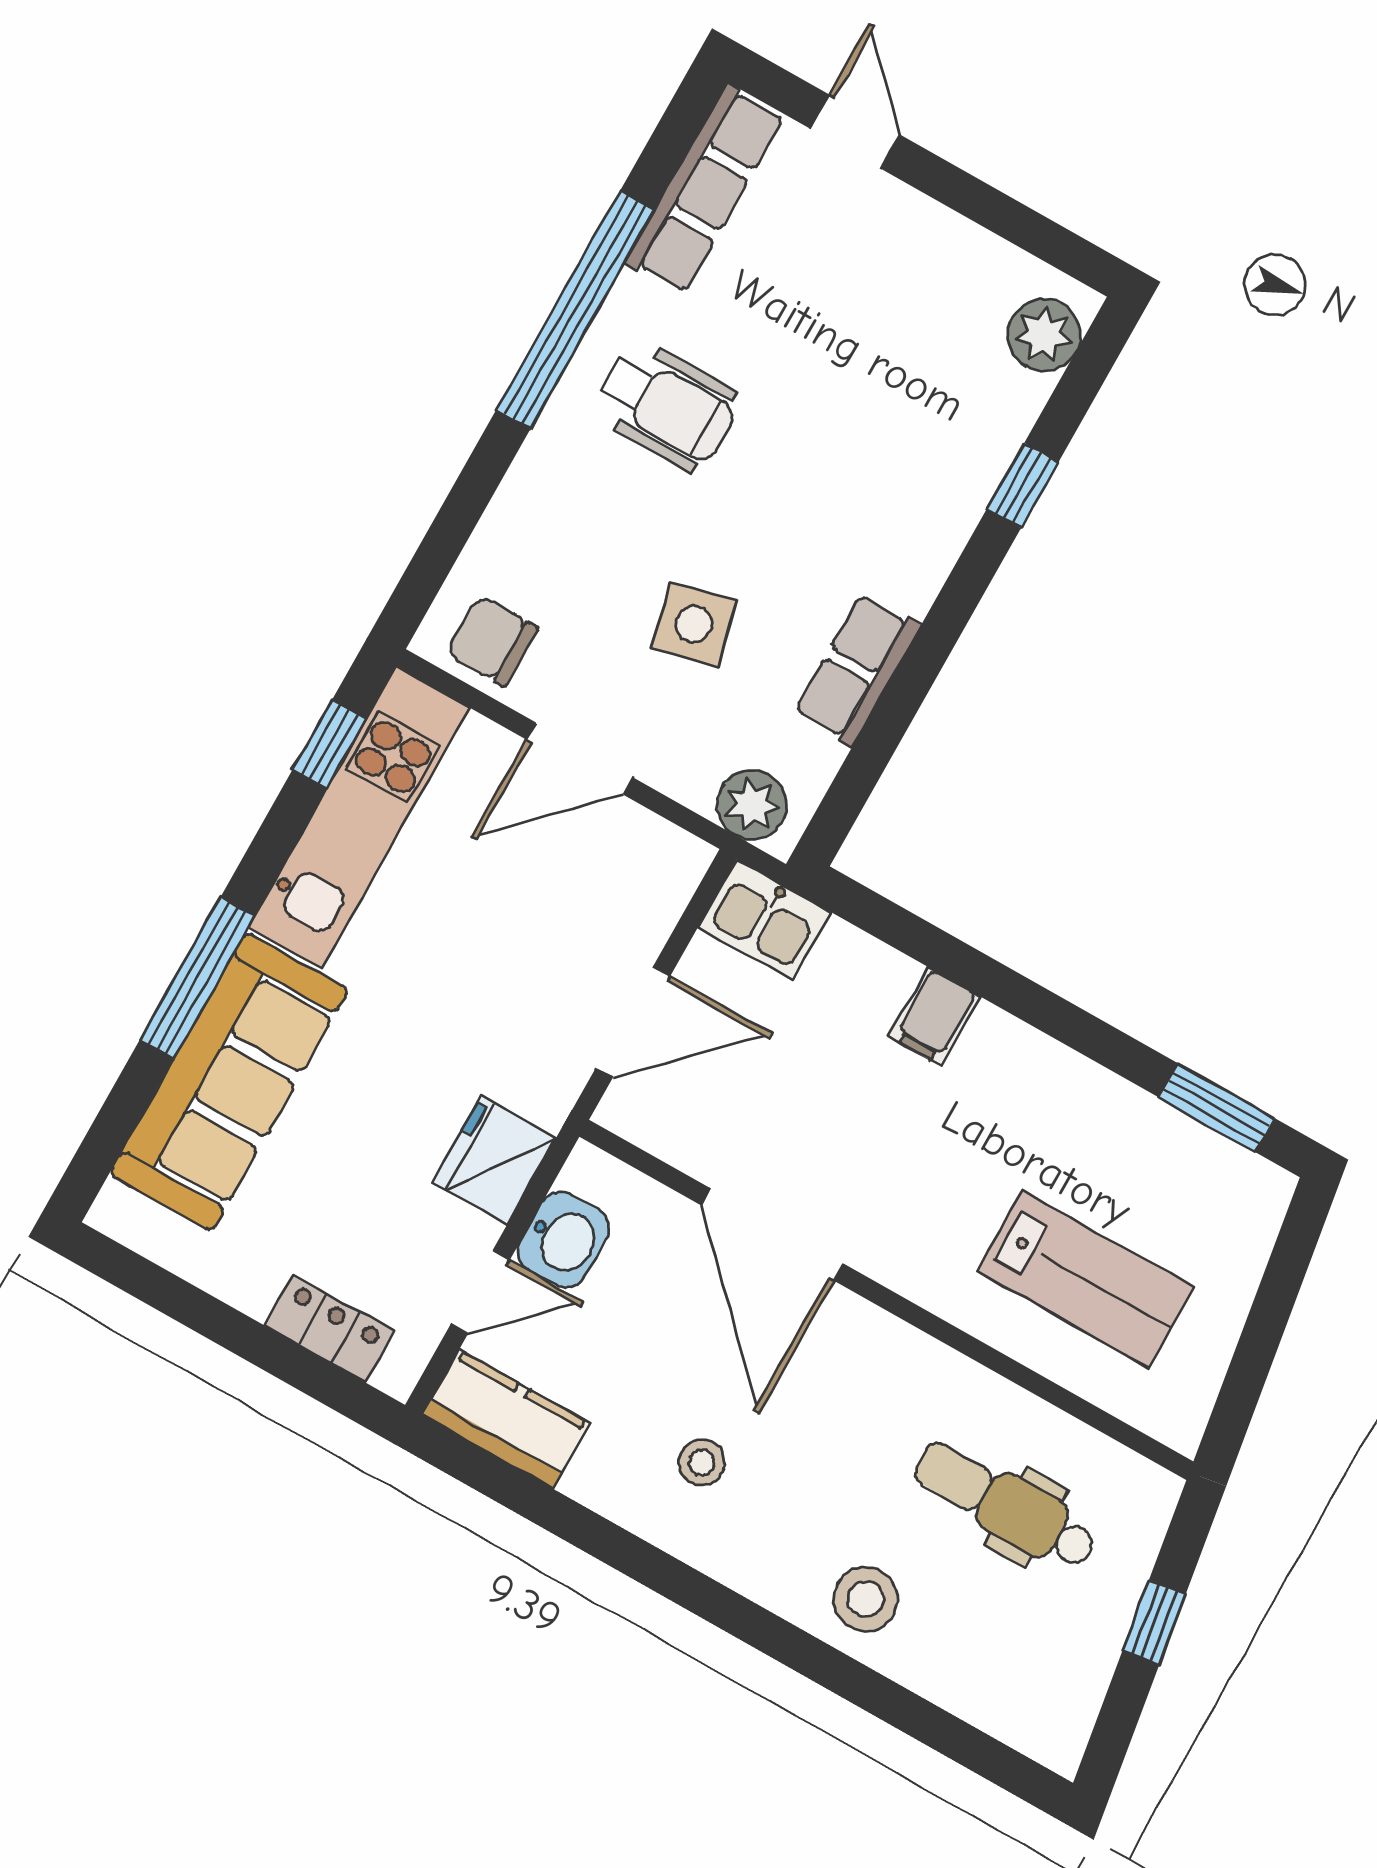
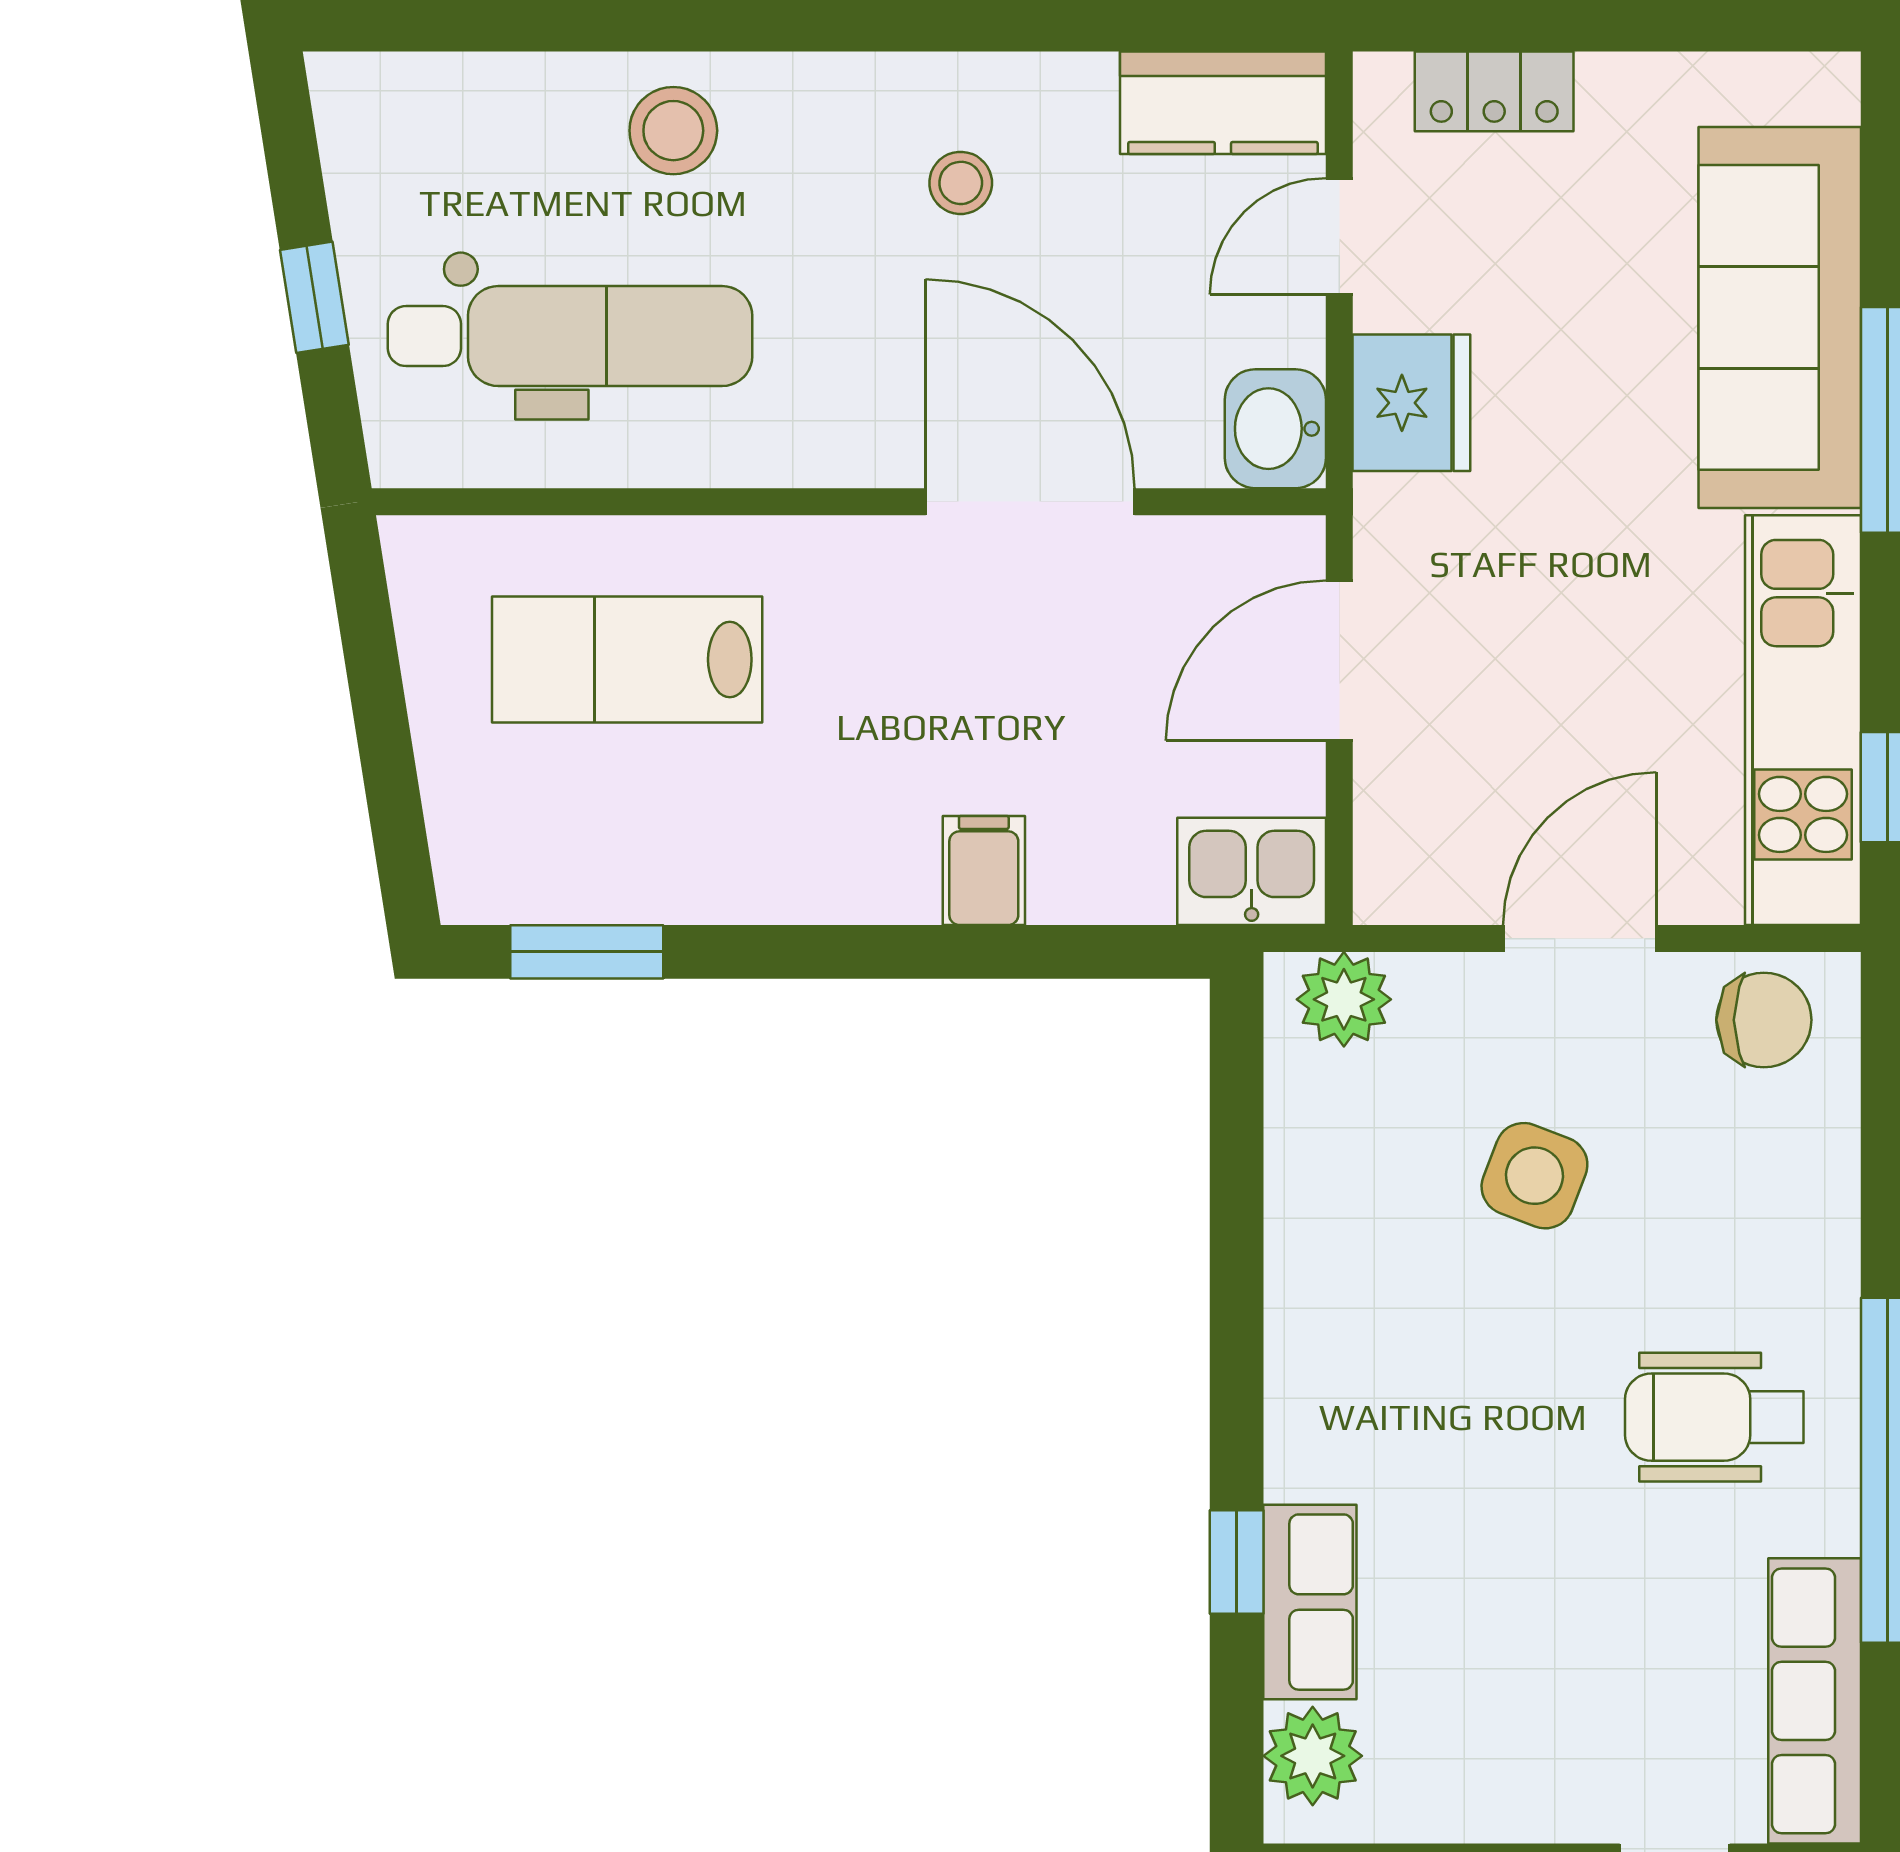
side table: (694, 624) -> (1534, 1176), turned 35
row of seats: (857, 669) -> (1310, 1602), moved
washbasin: (563, 1240) -> (1275, 429), moved
dental chair: (1005, 1506) -> (570, 336), width x1.36, depth x1.38

